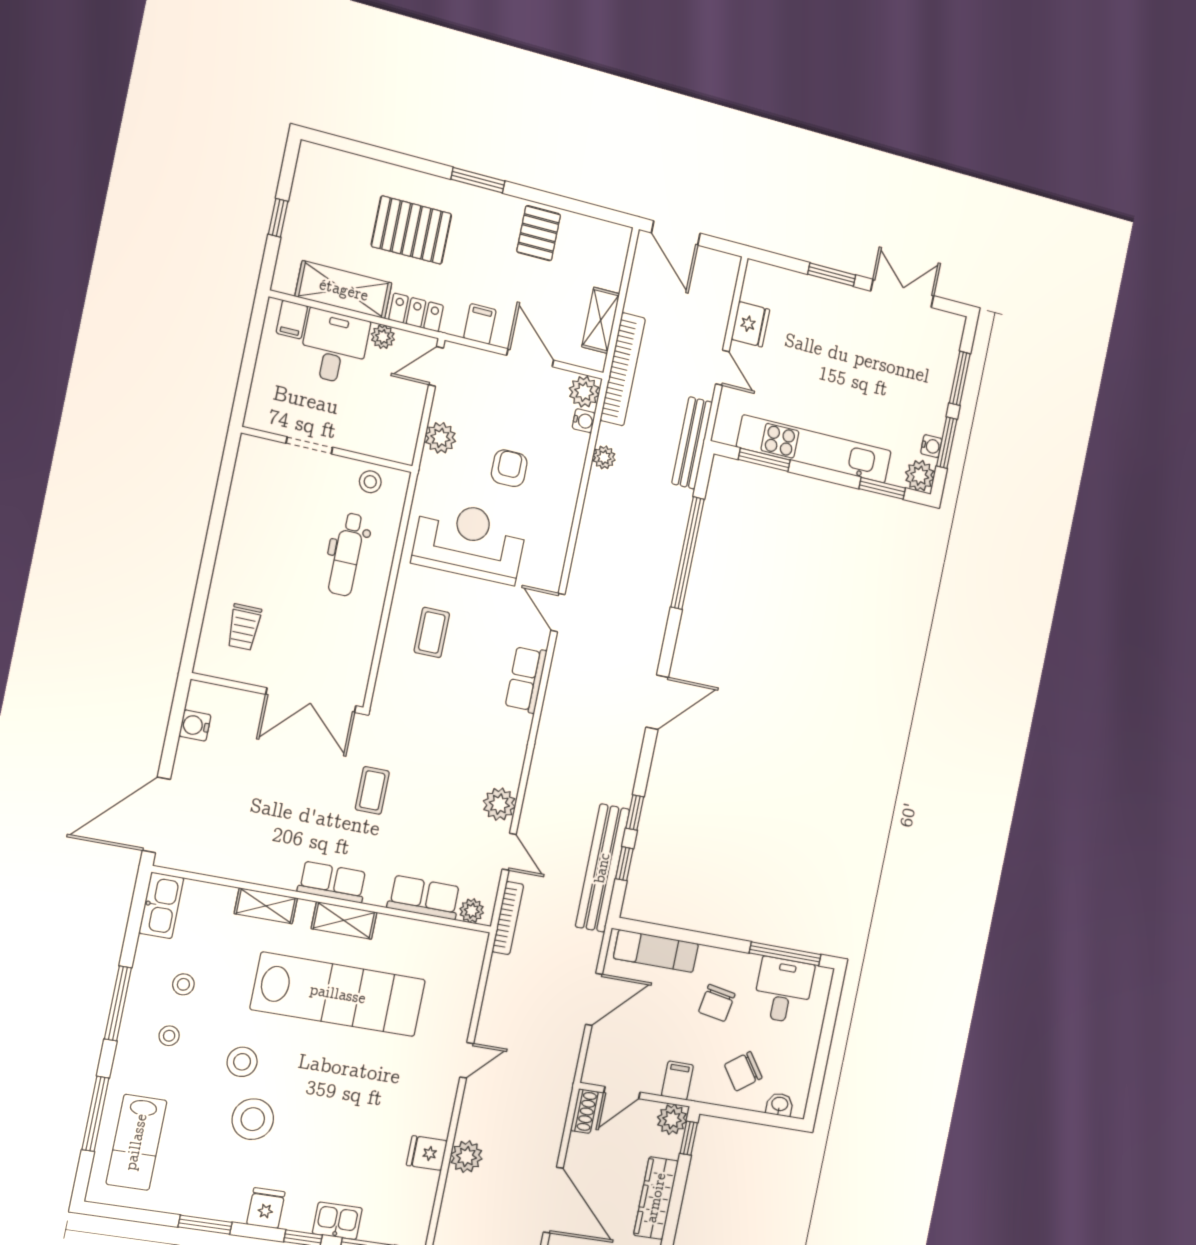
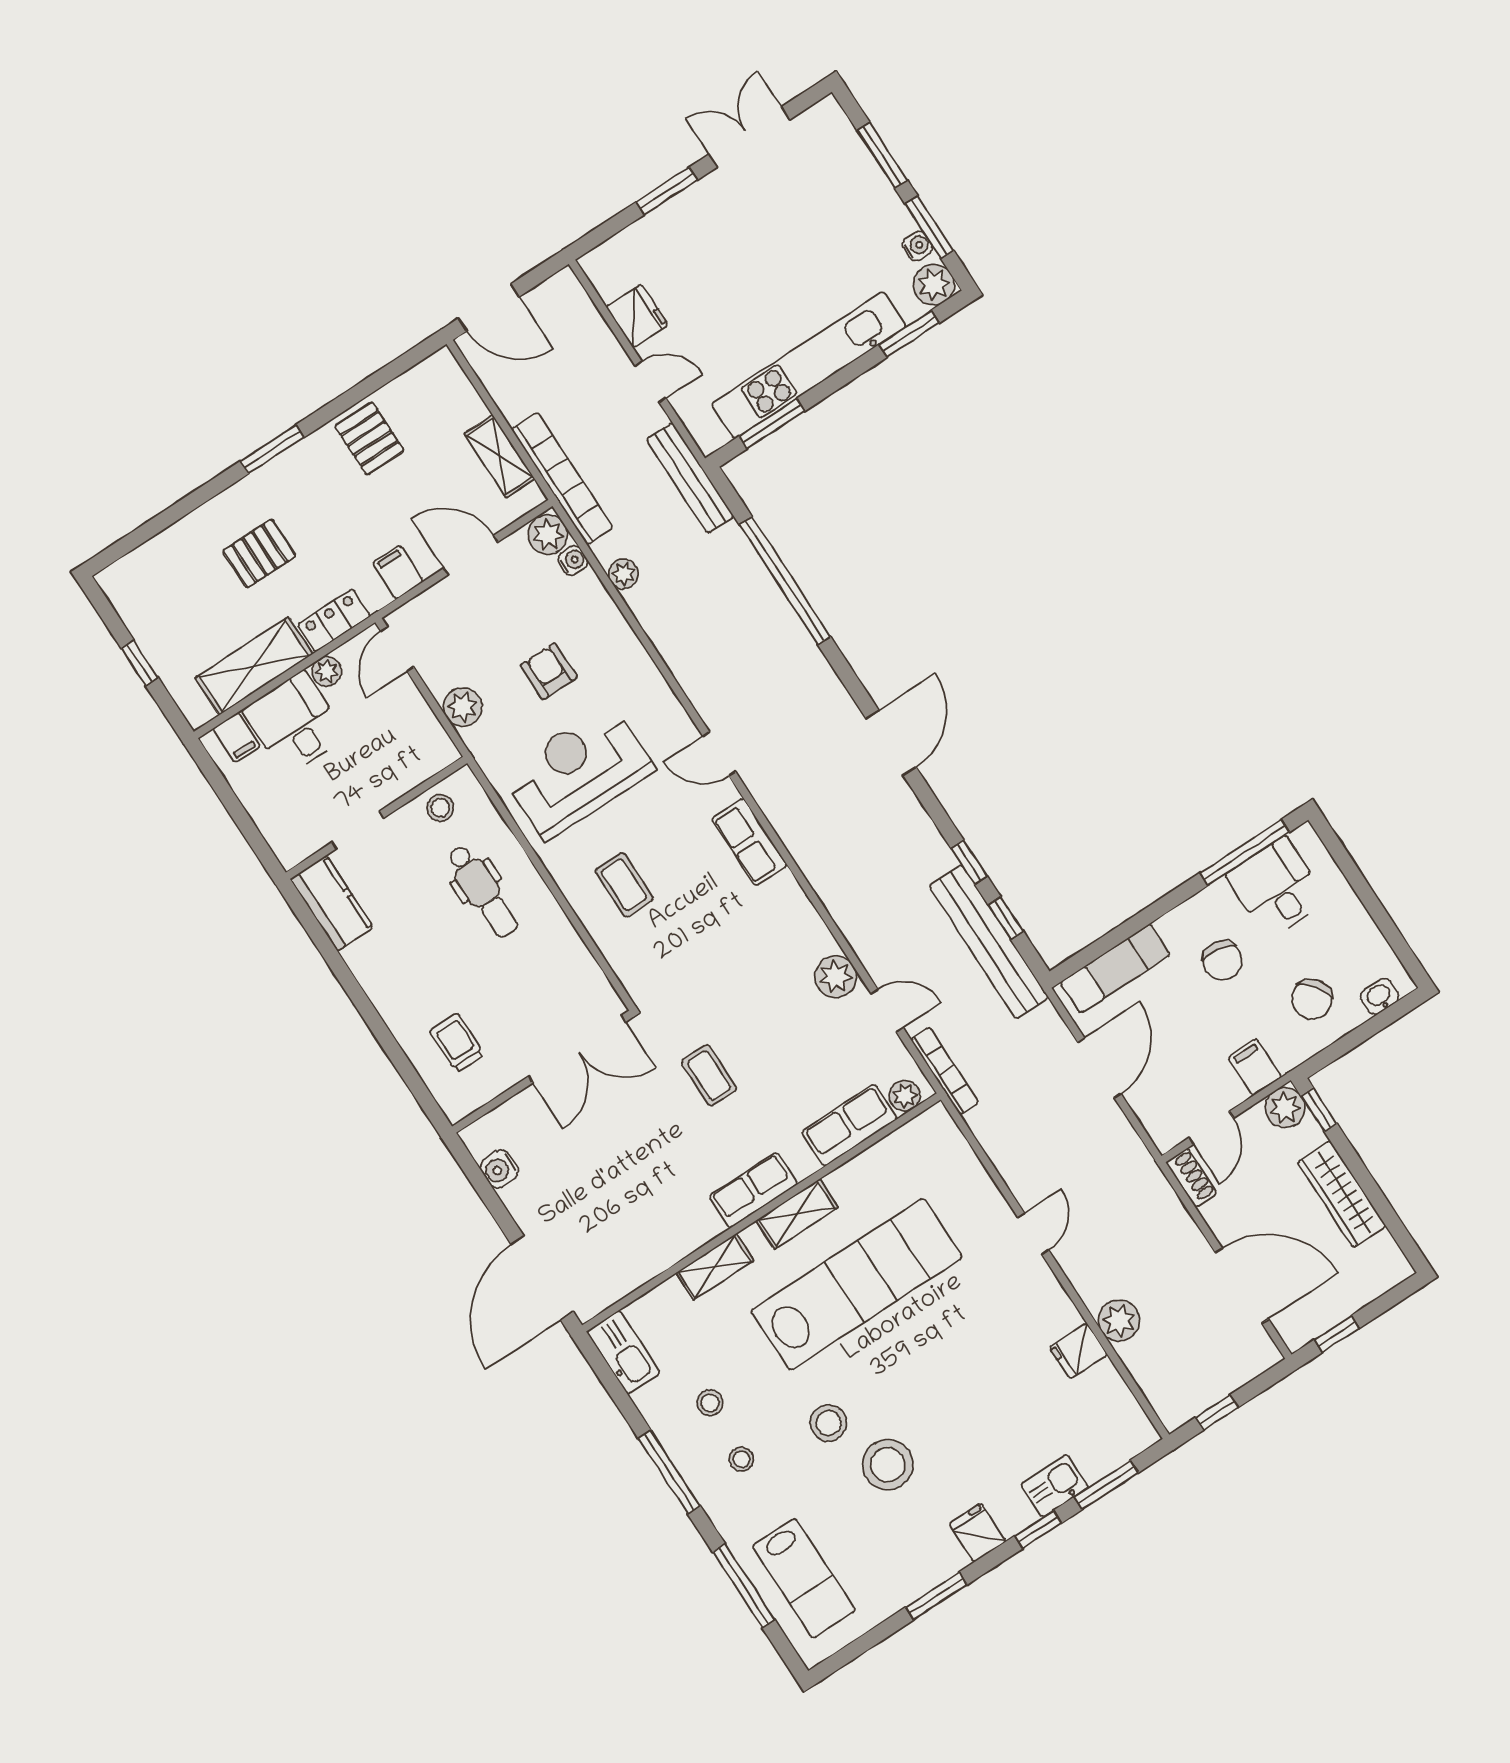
pallet: (411, 230) -> (259, 554), width x0.67, depth x0.71
kitchen counter: (251, 472) -> (332, 903), added
trolley: (244, 627) -> (457, 1043), turned 180

